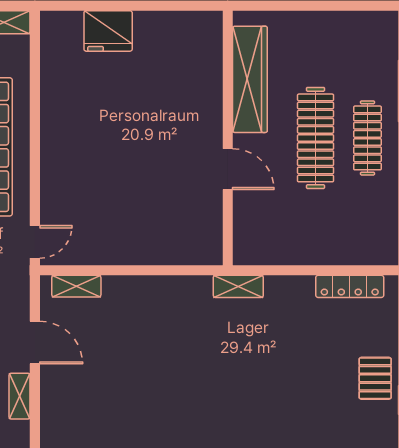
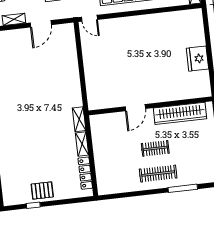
fridge: (108, 31) -> (197, 59), moved
clothes rail: (316, 138) -> (155, 148), width x0.54, depth x0.76
shelving: (76, 286) -> (82, 144), moved

